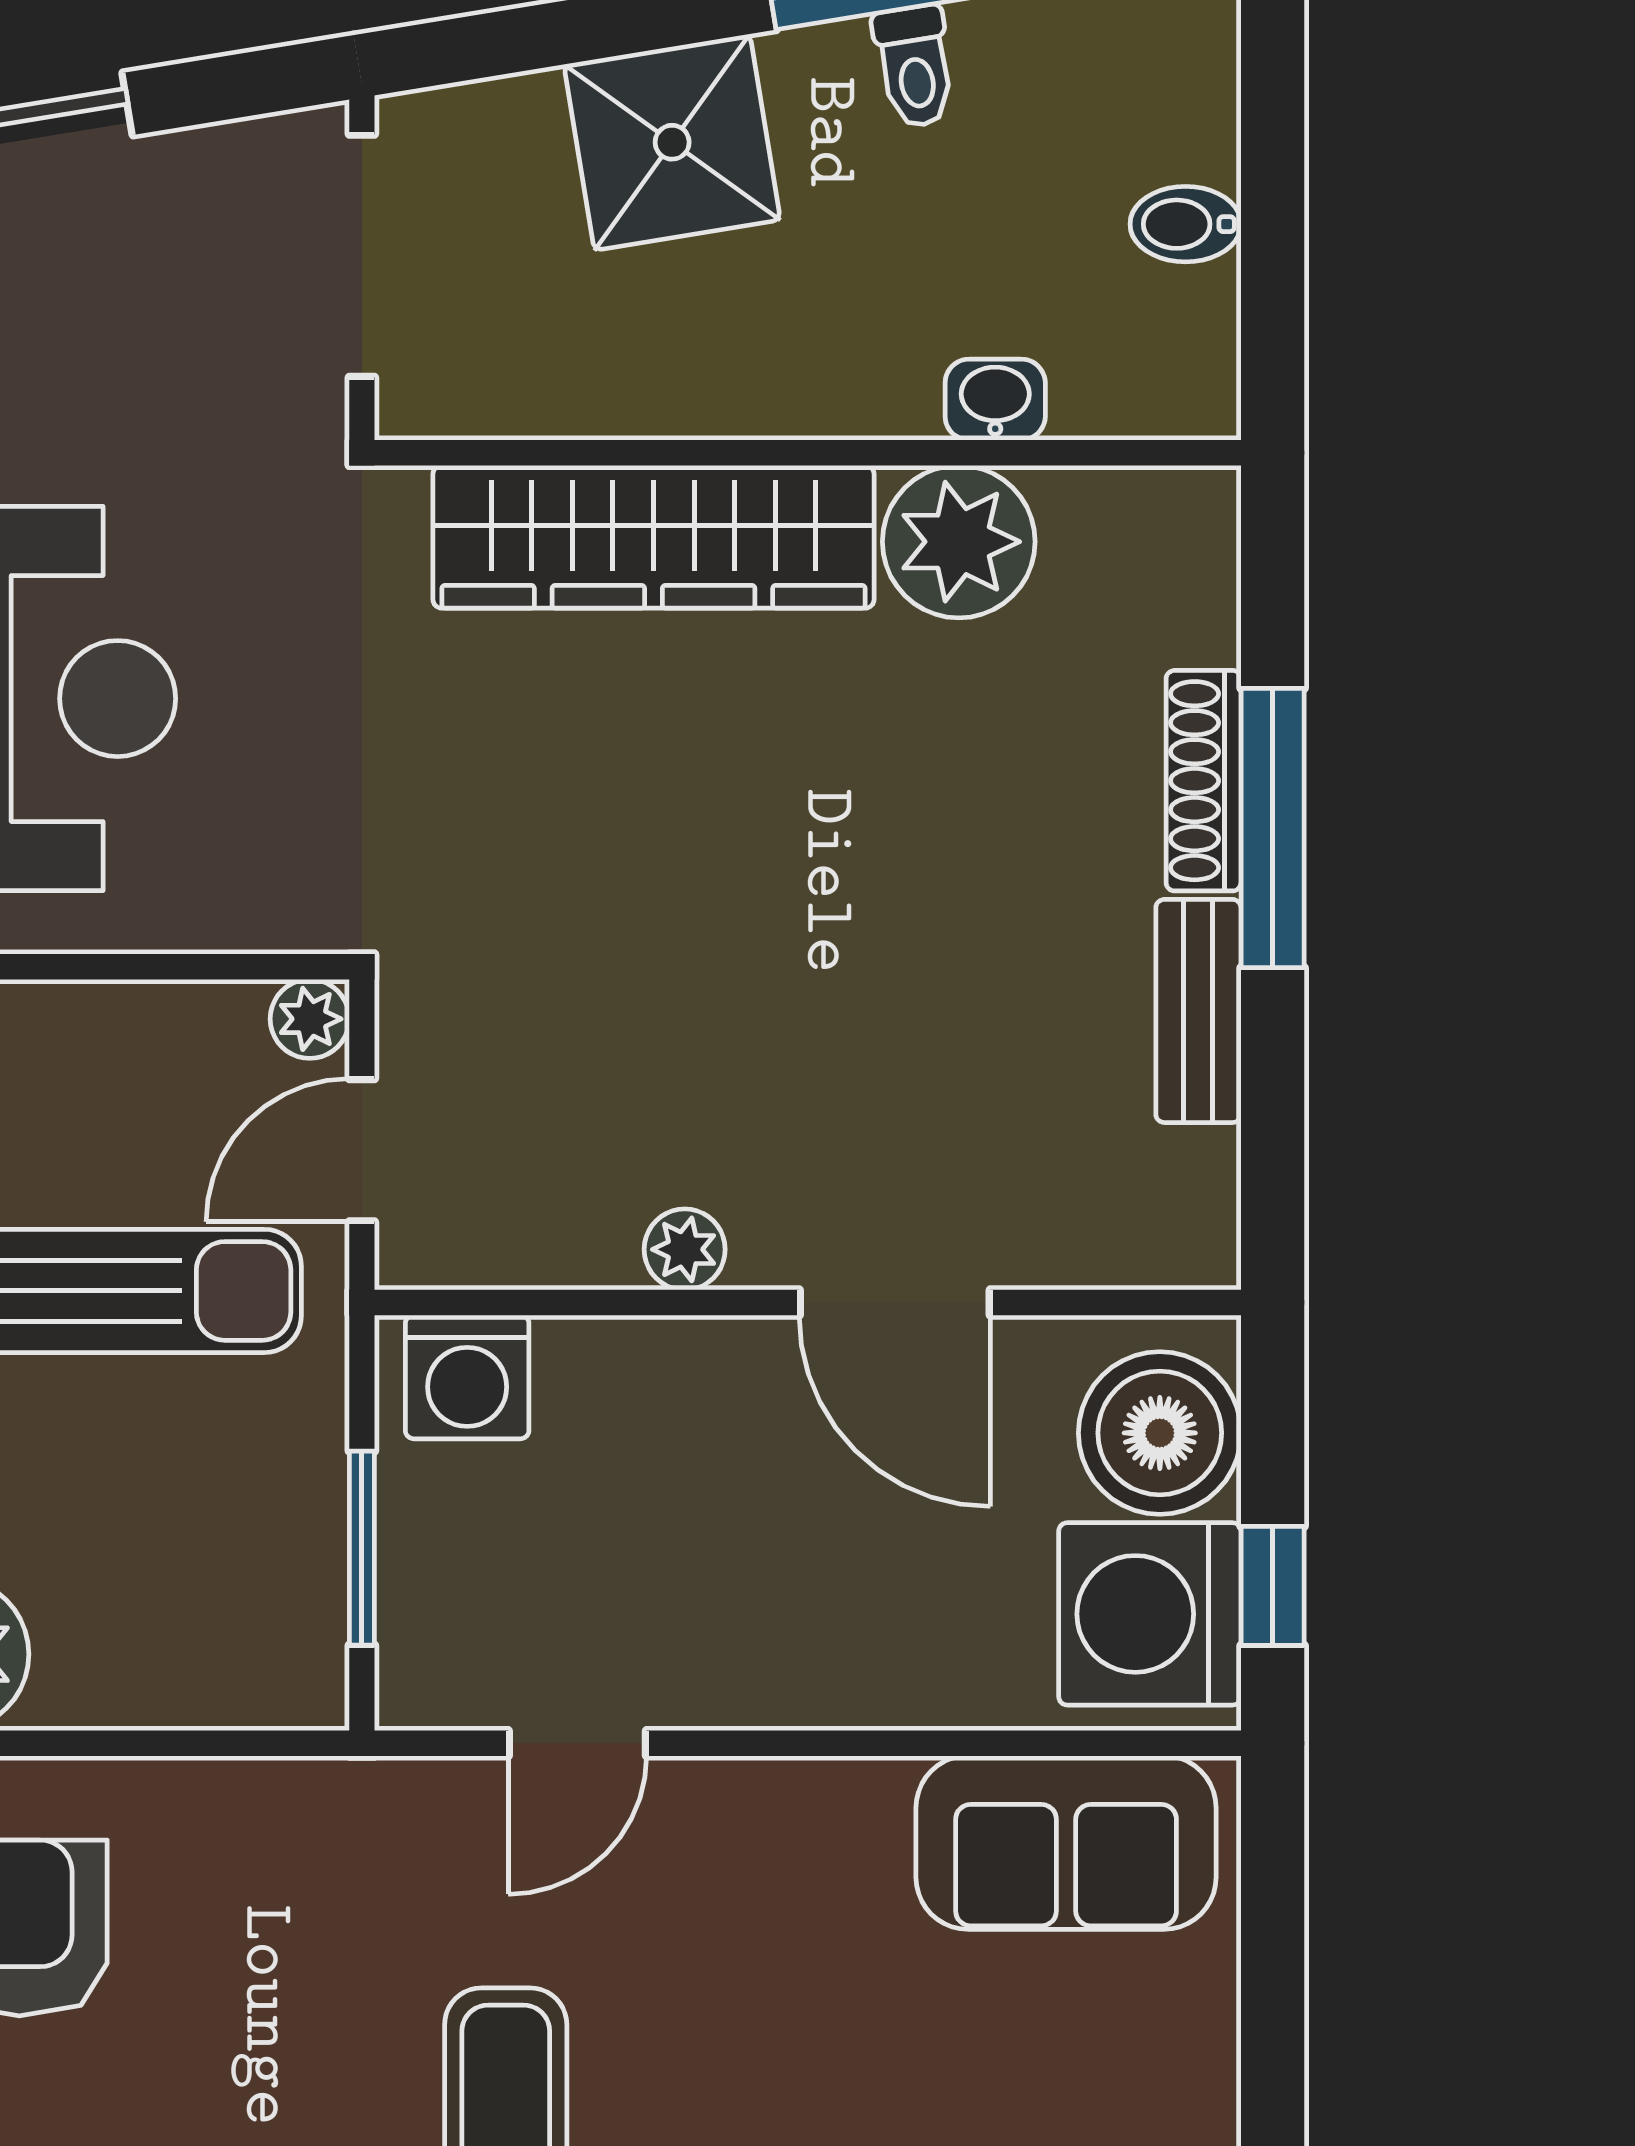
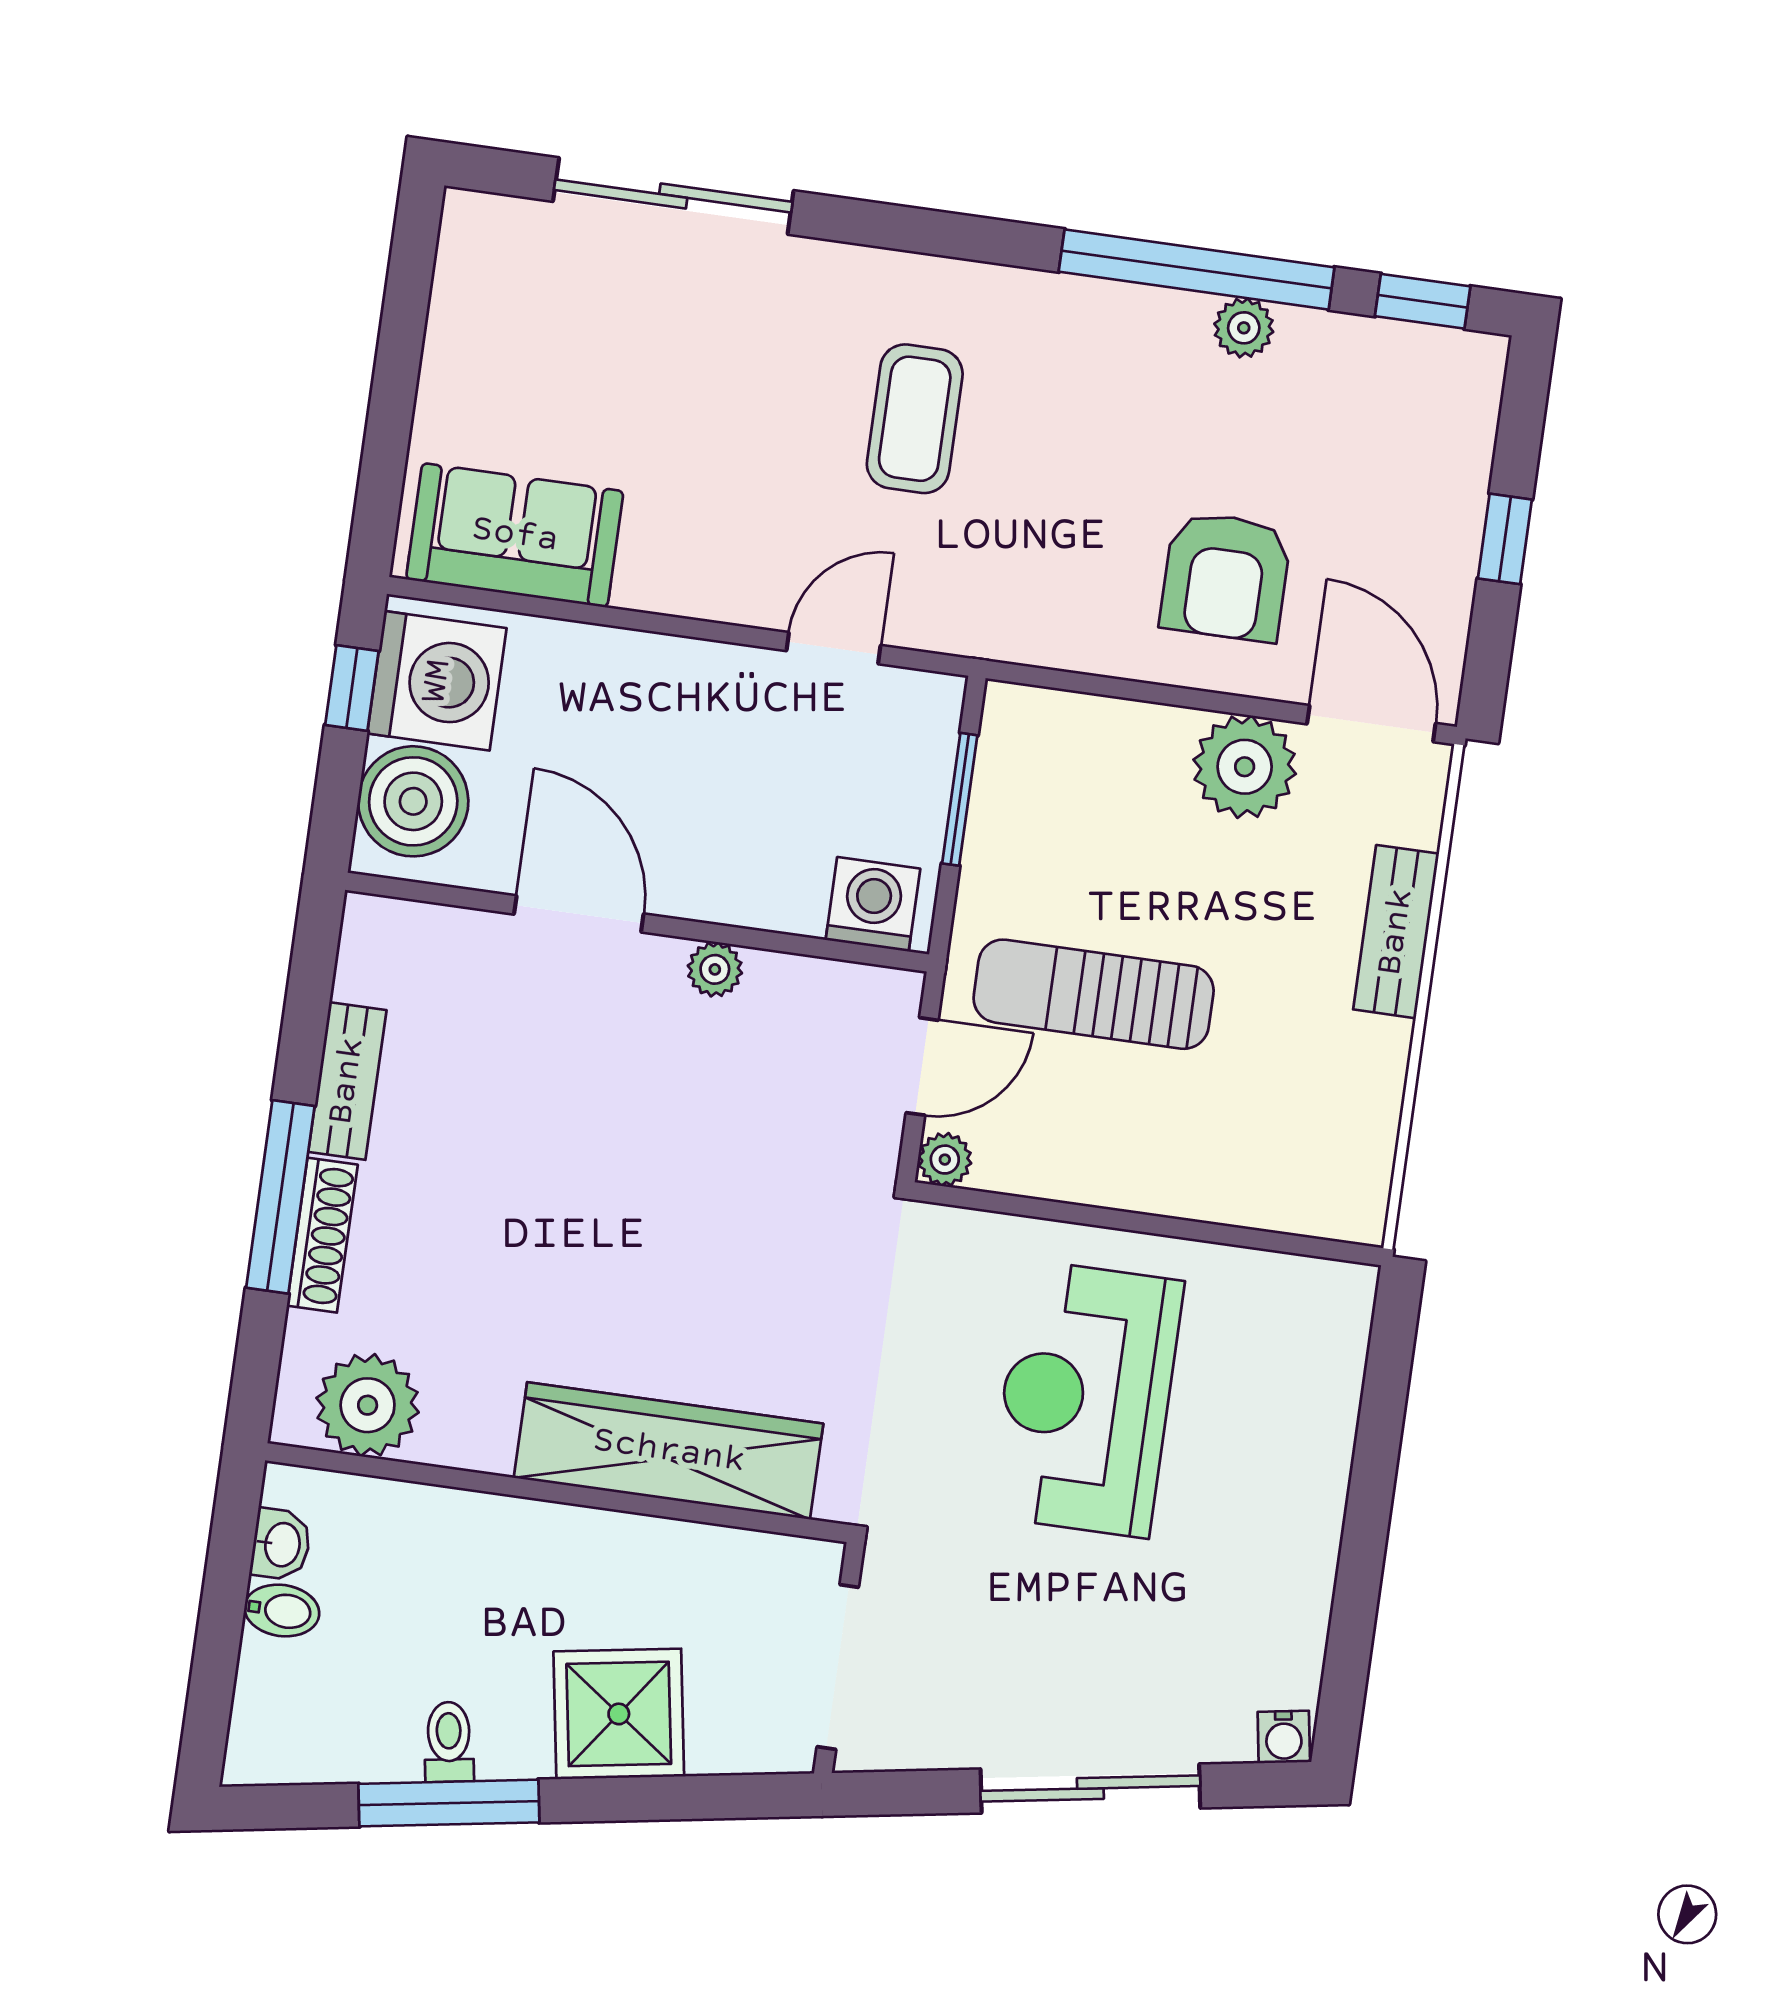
washbasin: (995, 400) -> (281, 1544), moved, turned -90
plant: (959, 542) -> (368, 1405), moved

